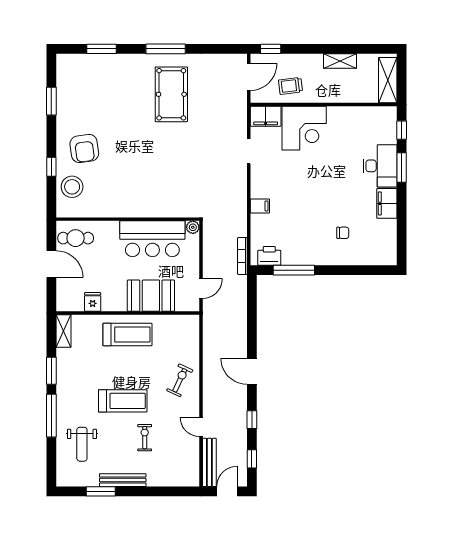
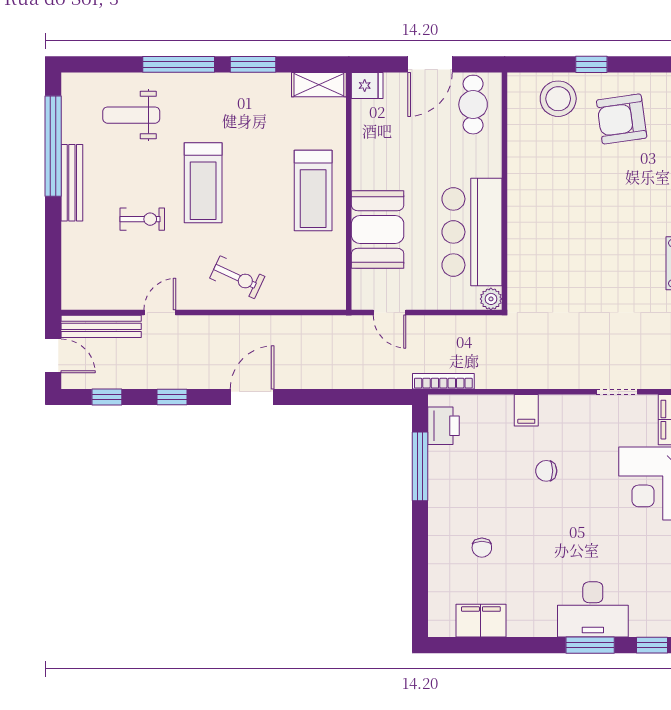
chair: (297, 194) -> (546, 471), added
filing cabinet: (387, 203) -> (481, 621), moved
fridge: (93, 302) -> (367, 85), moved
window: (101, 491) -> (53, 146), width x2.11

